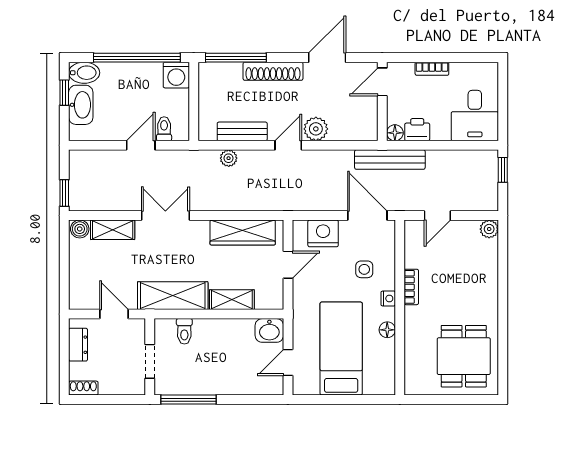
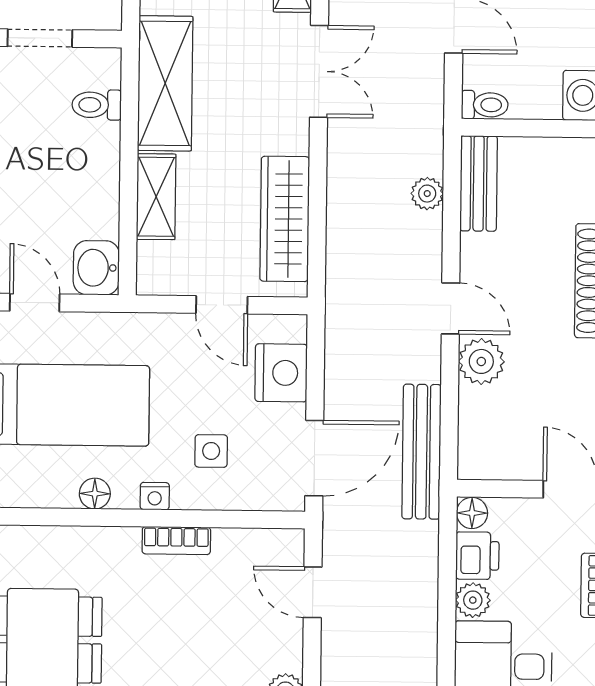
toilet: (164, 129) -> (485, 105), moved
bench: (242, 131) -> (479, 183), moved
plant: (440, 132) -> (473, 600), added
bench: (390, 160) -> (421, 452), moved

